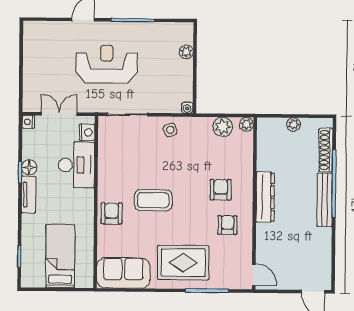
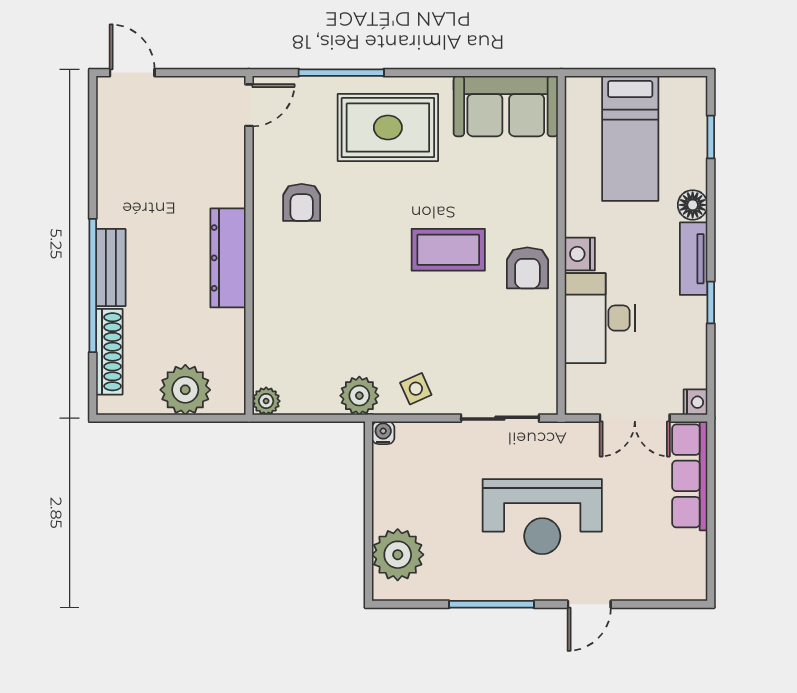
plant: (186, 52) -> (398, 555), width x1.87, depth x1.87
row of seats: (31, 84) -> (690, 476), added
plant: (293, 124) -> (185, 390), width x1.88, depth x1.88
plant: (223, 127) -> (359, 396), moved
nightstand: (87, 132) -> (580, 254), moved
floor lamp: (29, 167) -> (693, 205), moved
armchair: (221, 190) -> (316, 272), removed
bench: (325, 200) -> (111, 268), width x0.73
armchair: (112, 213) -> (527, 268), moved
door: (254, 275) -> (249, 105), swing flipped

